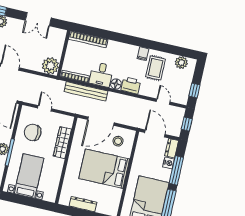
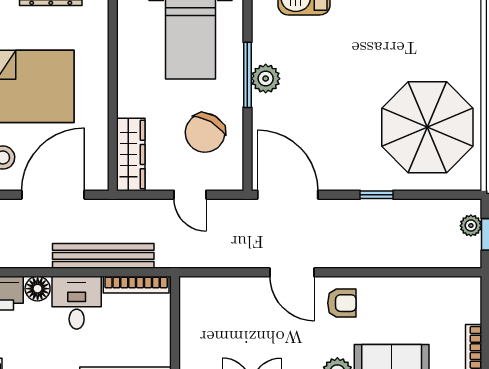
plant: (50, 66) -> (199, 296), removed
chair: (33, 132) -> (205, 133), turned 120
wardrobe: (62, 143) -> (131, 154), moved

